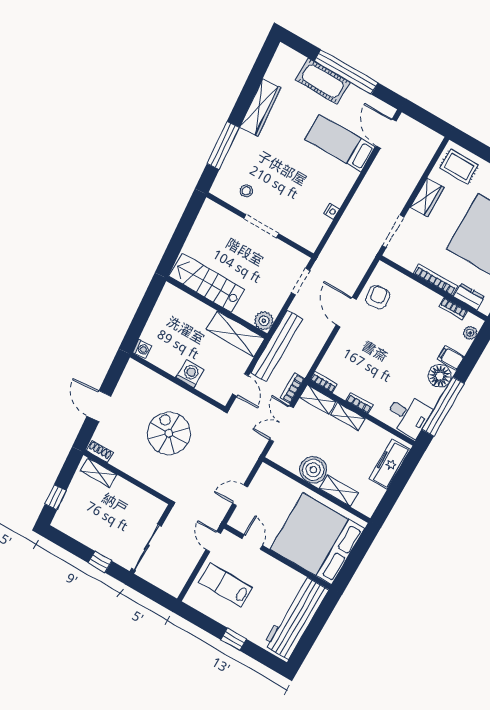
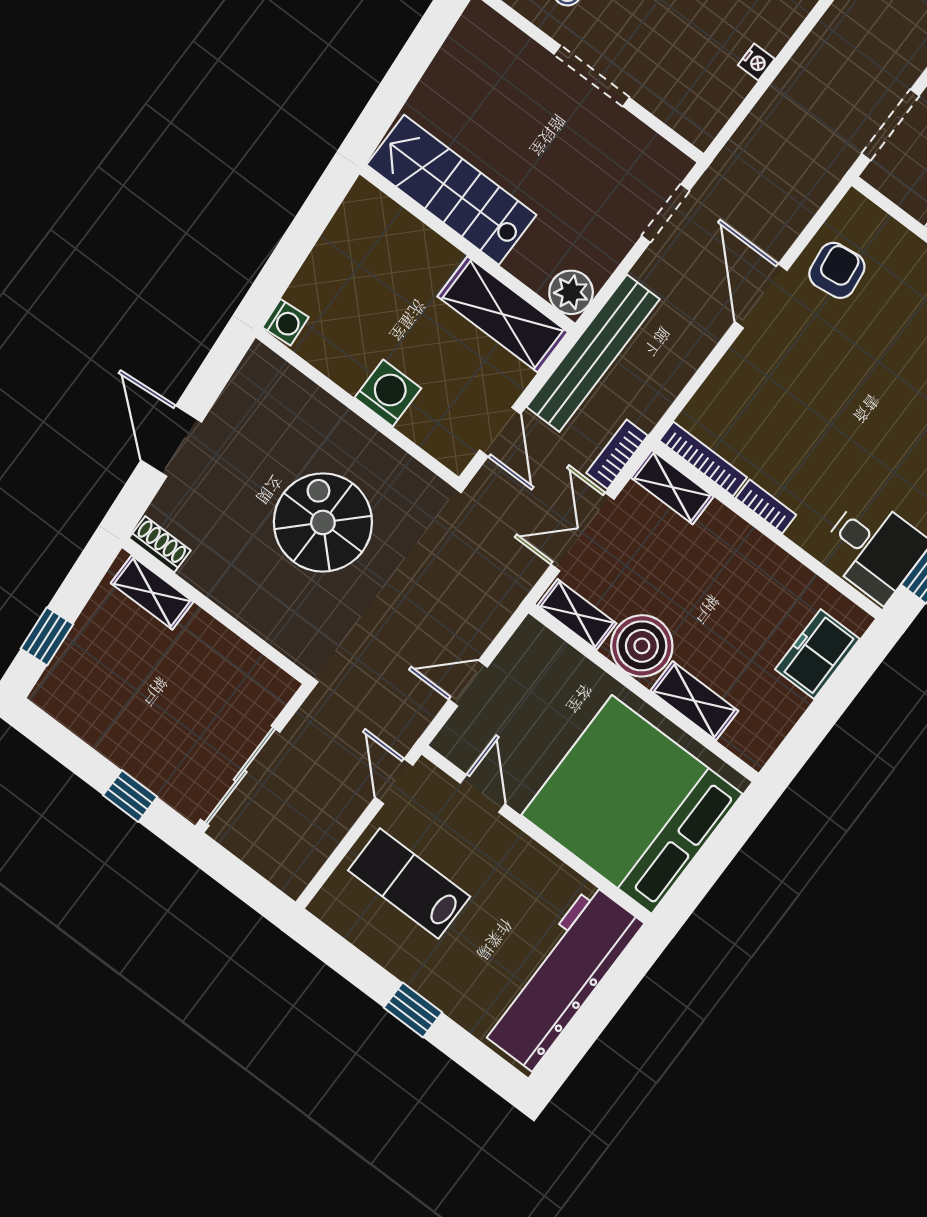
bookcase: (324, 382) -> (703, 459), width x1.56
shelving: (348, 416) -> (577, 614), moved
freezer: (390, 464) -> (817, 654), width x0.71

